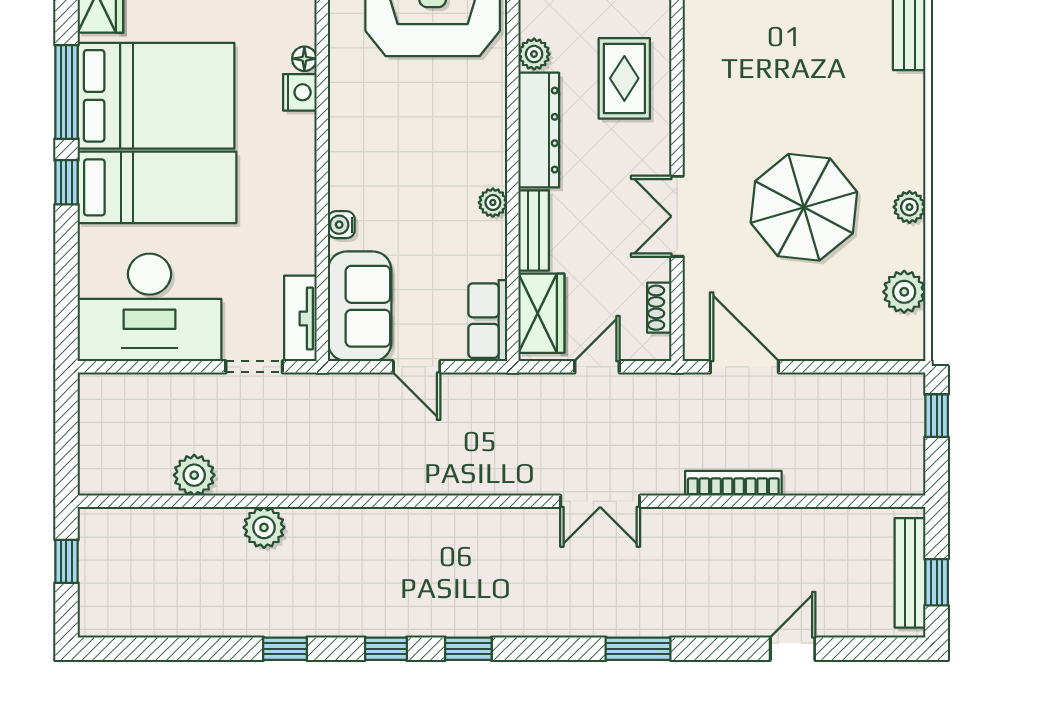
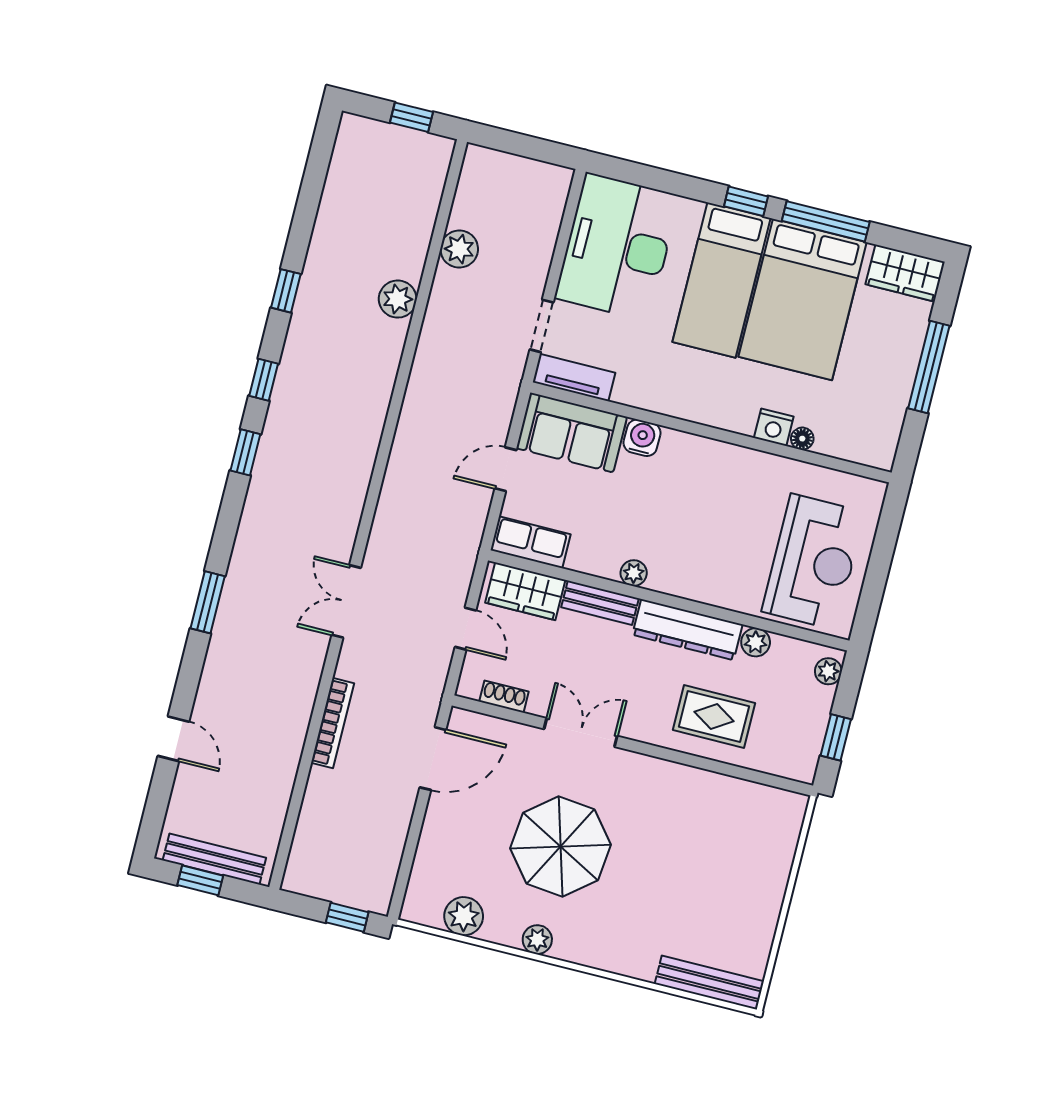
water cooler: (341, 225) -> (642, 438), width x1.38, depth x1.38

